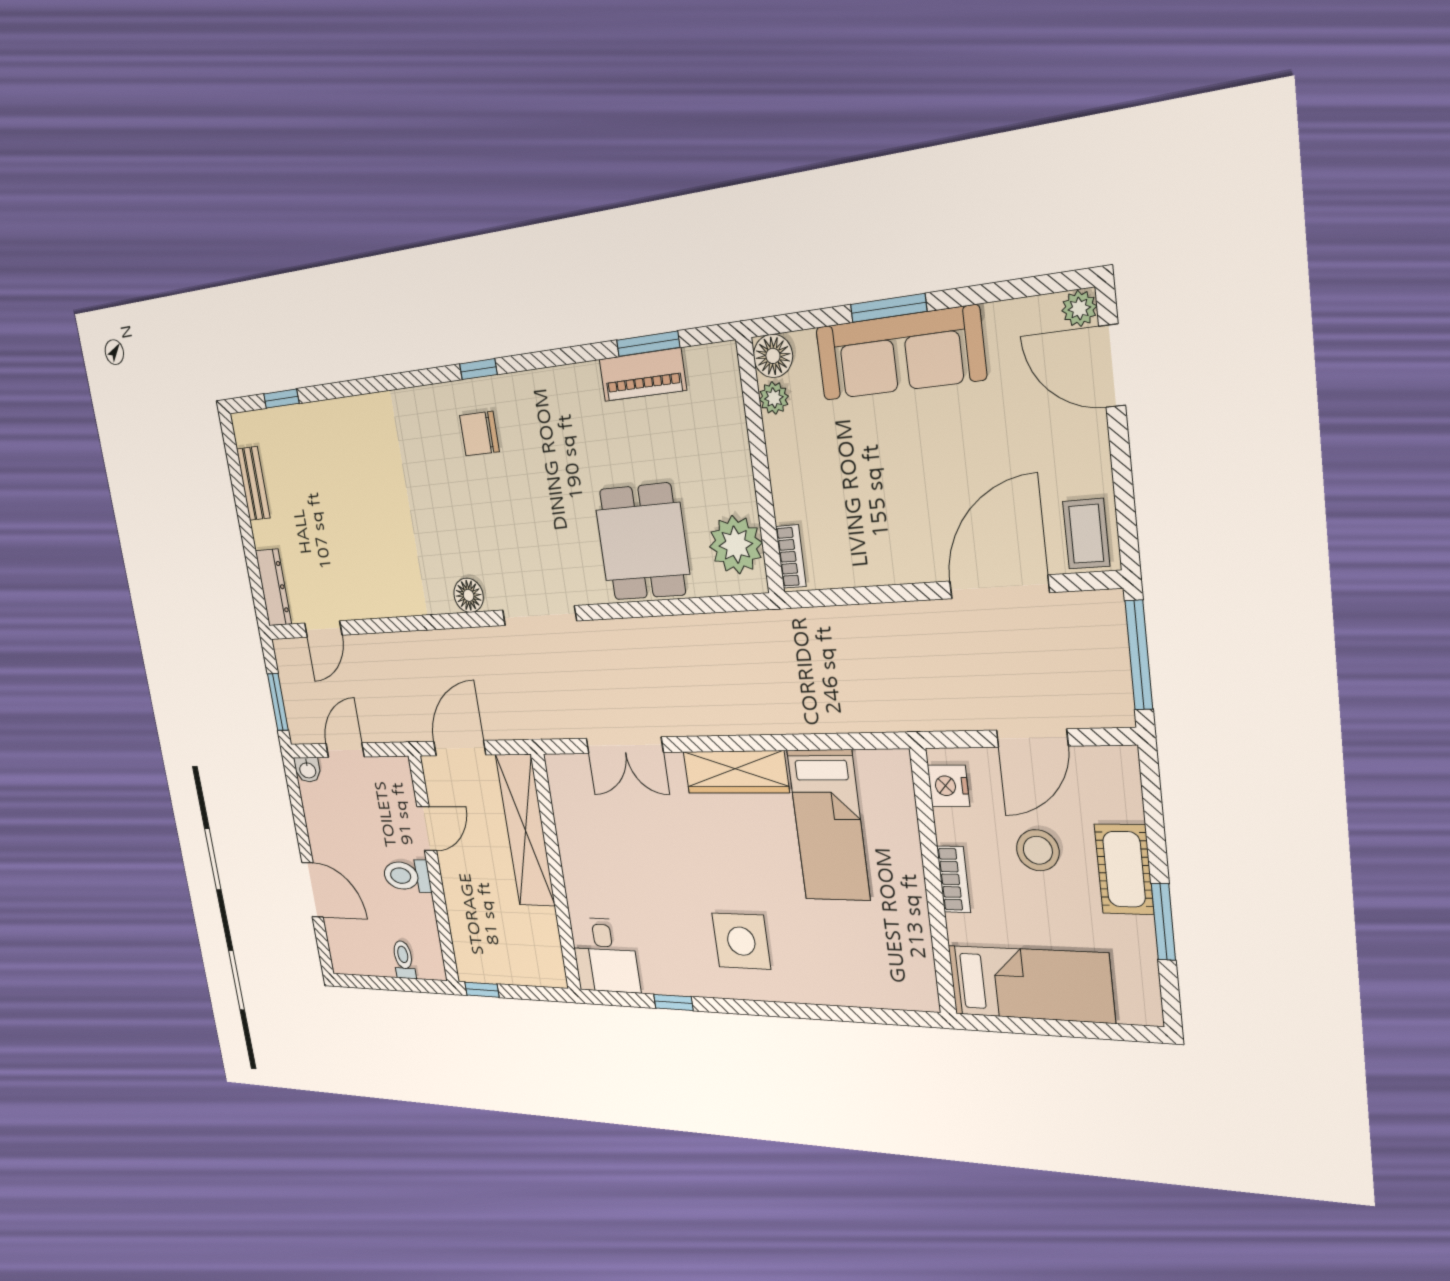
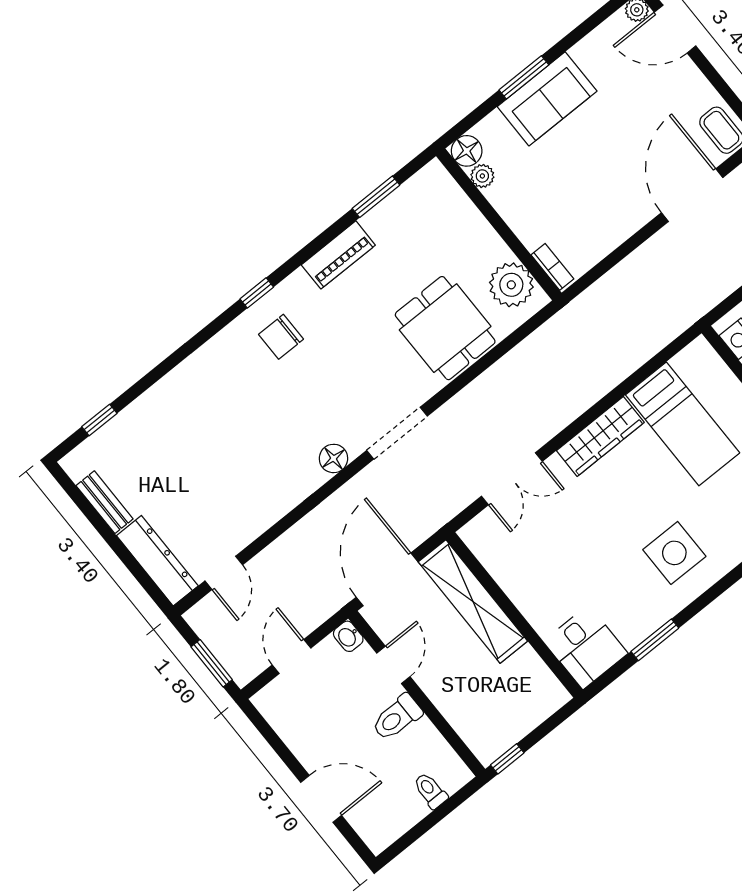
sofa: (900, 353) -> (547, 99), width x0.73
piano: (643, 375) -> (338, 255), moved
dresser: (273, 587) -> (157, 561), width x1.37, depth x1.24
door: (460, 748) -> (387, 579), width x1.36
washbasin: (308, 770) -> (348, 636), moved, turned 90
window: (673, 1002) -> (655, 640), width x1.50

